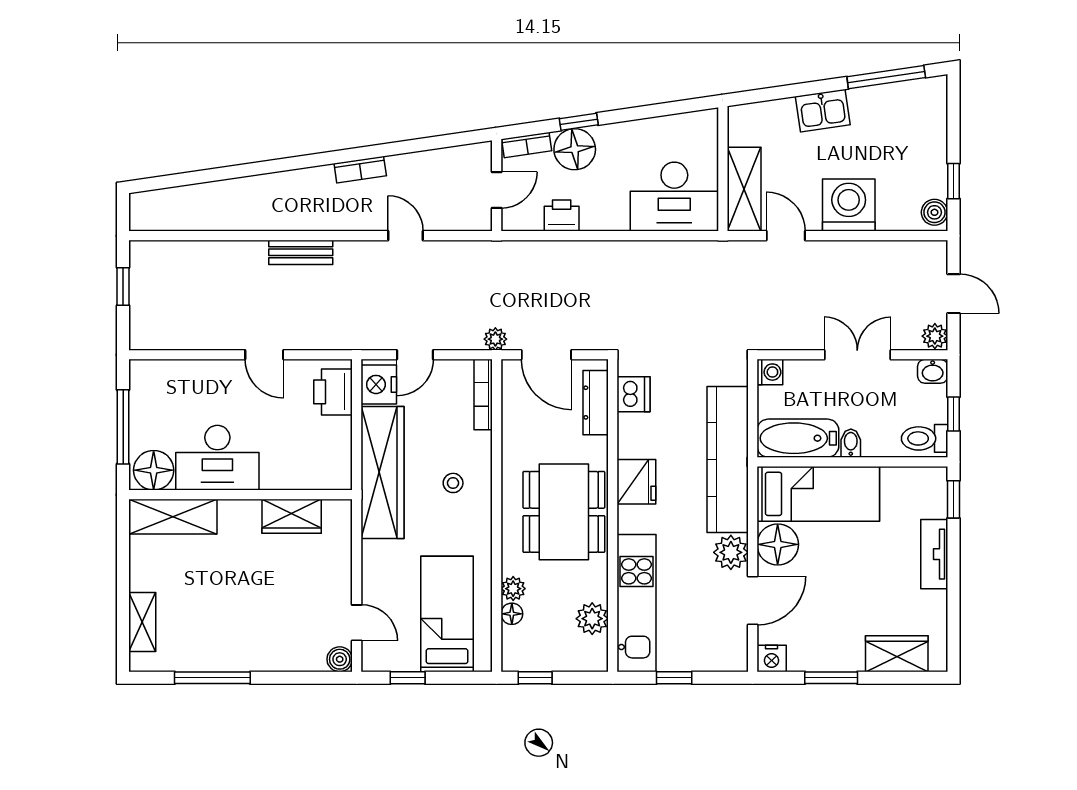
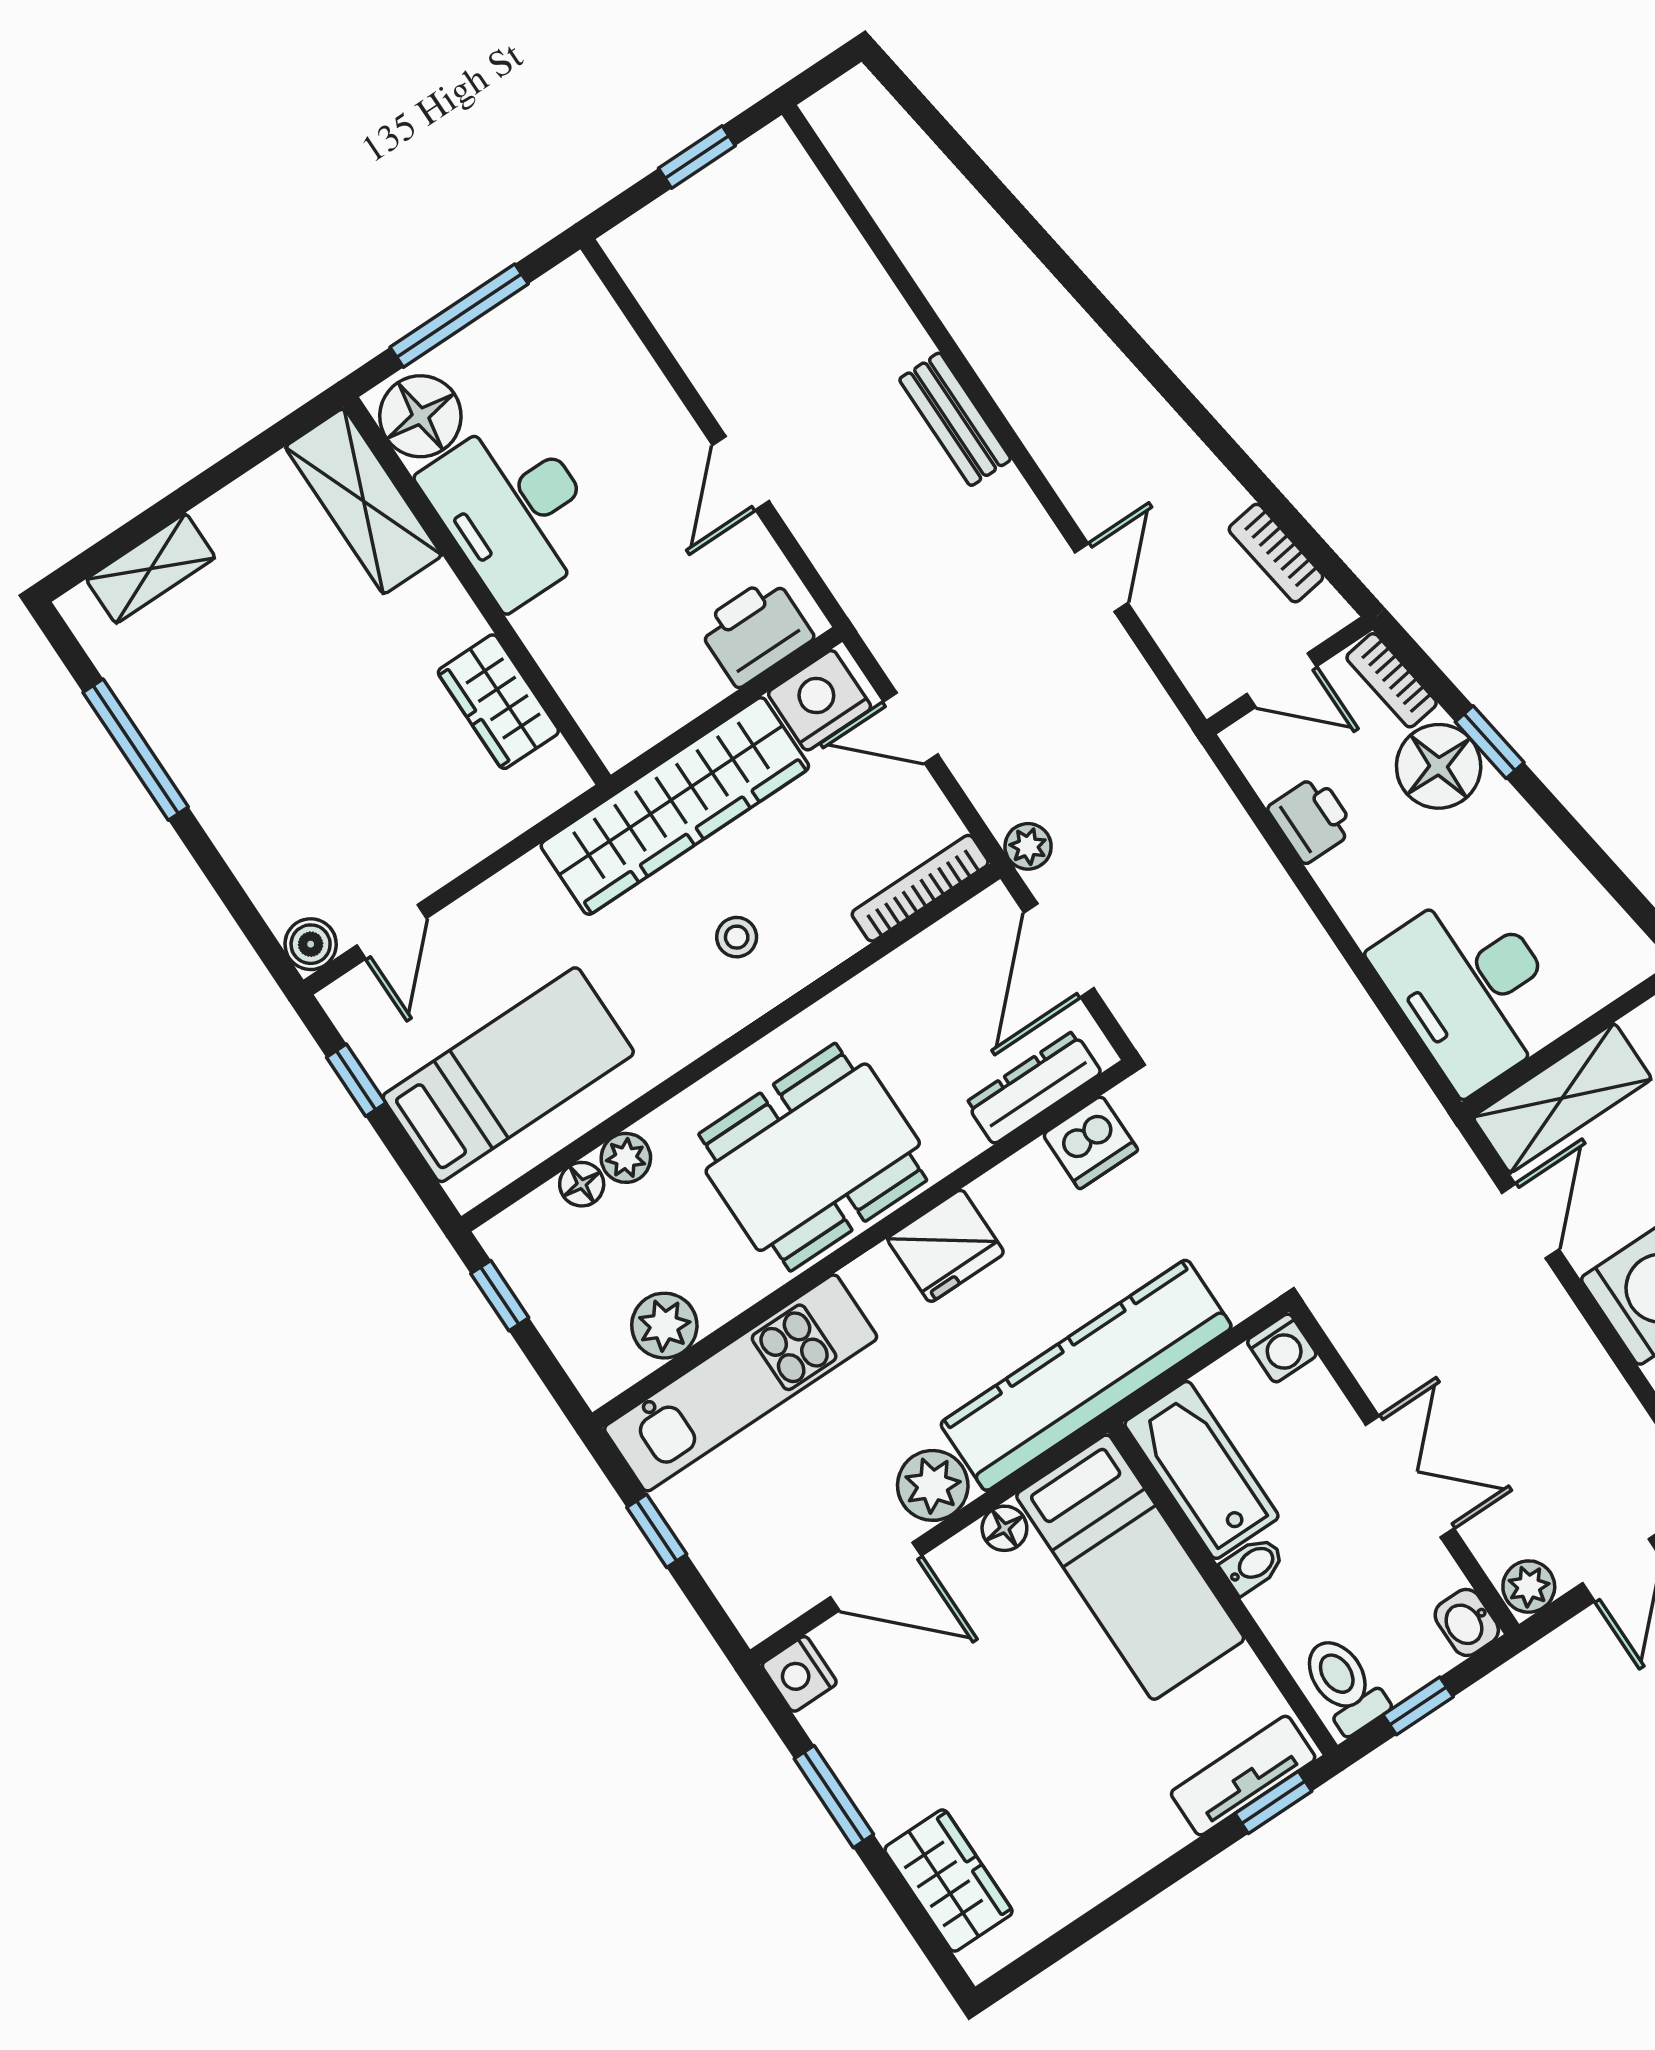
bookcase: (360, 170) -> (1276, 553), moved
floor lamp: (778, 544) -> (1004, 1528), width x0.53, depth x0.53
tv unit: (934, 554) -> (1243, 1776), moved

